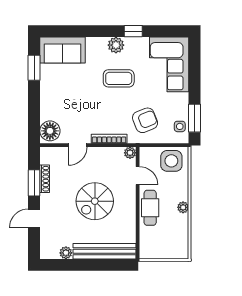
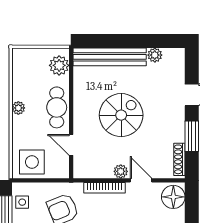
door: (78, 145) -> (141, 180), hinge flipped
plant: (130, 153) -> (121, 171), moved
shoe rack: (45, 179) -> (179, 159), moved
plant: (148, 244) -> (59, 65), added

